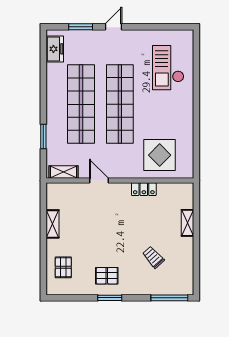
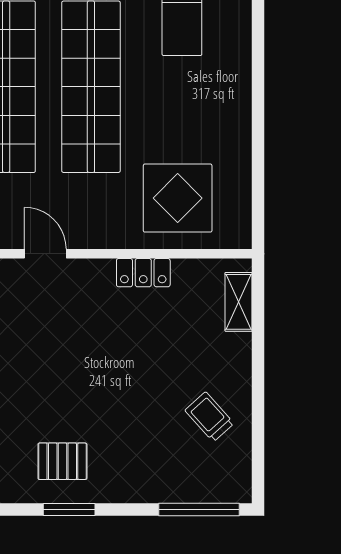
shelving: (187, 223) -> (239, 302), moved
trolley: (153, 257) -> (209, 417), moved

